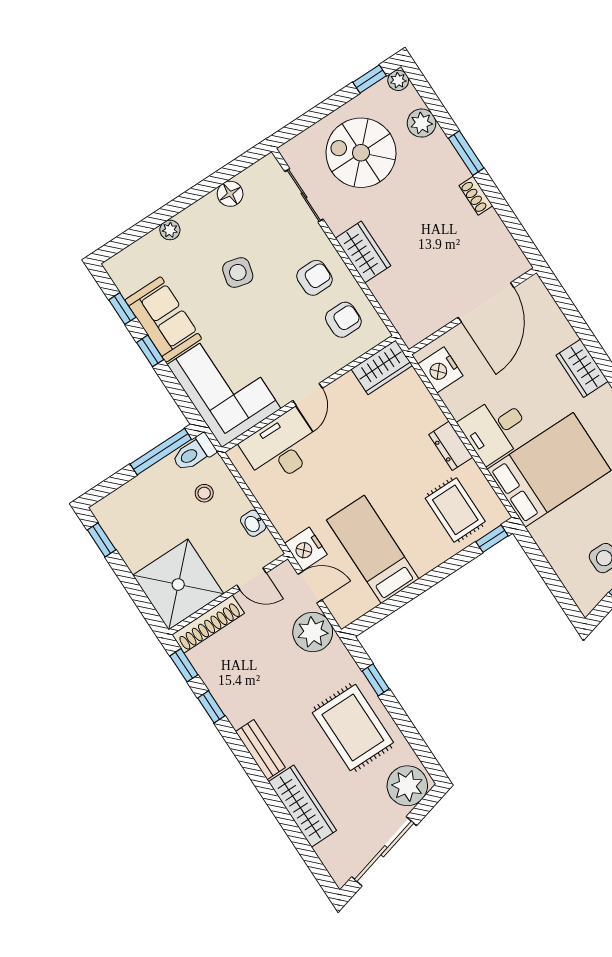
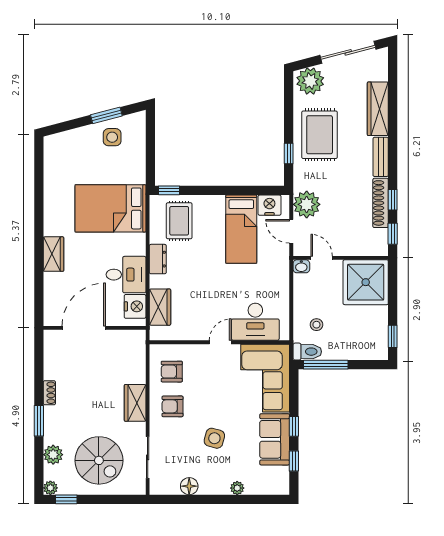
wardrobe: (382, 367) -> (160, 307), moved, turned 90
desk: (495, 429) -> (126, 275), moved
washbasin: (253, 523) -> (301, 266), moved, turned 90
nightstand: (306, 549) -> (269, 205), moved, turned -90
shoe rack: (208, 624) -> (381, 203), moved, turned -90

